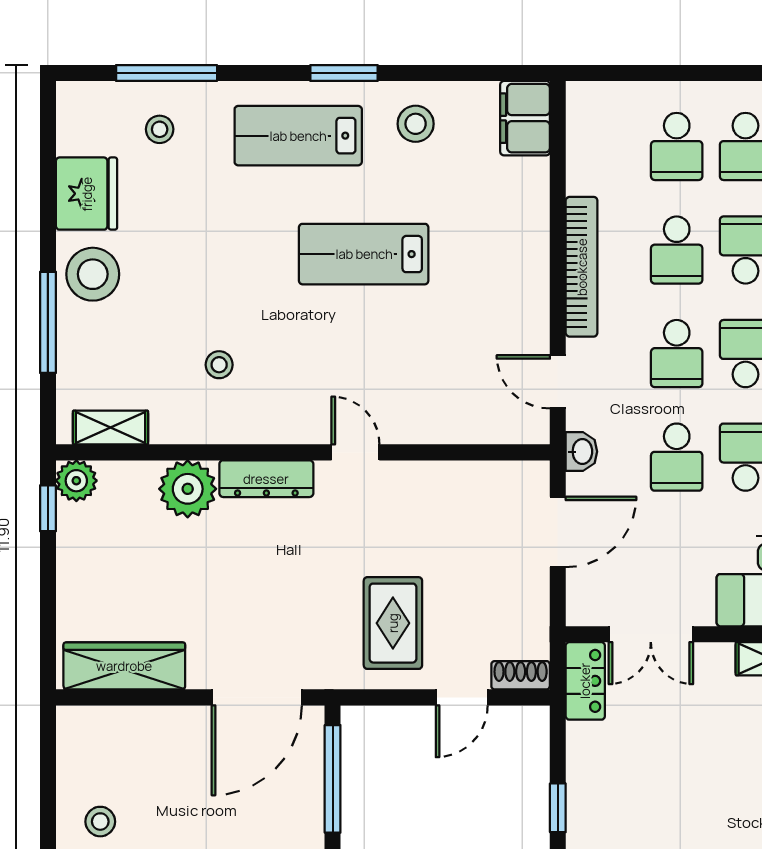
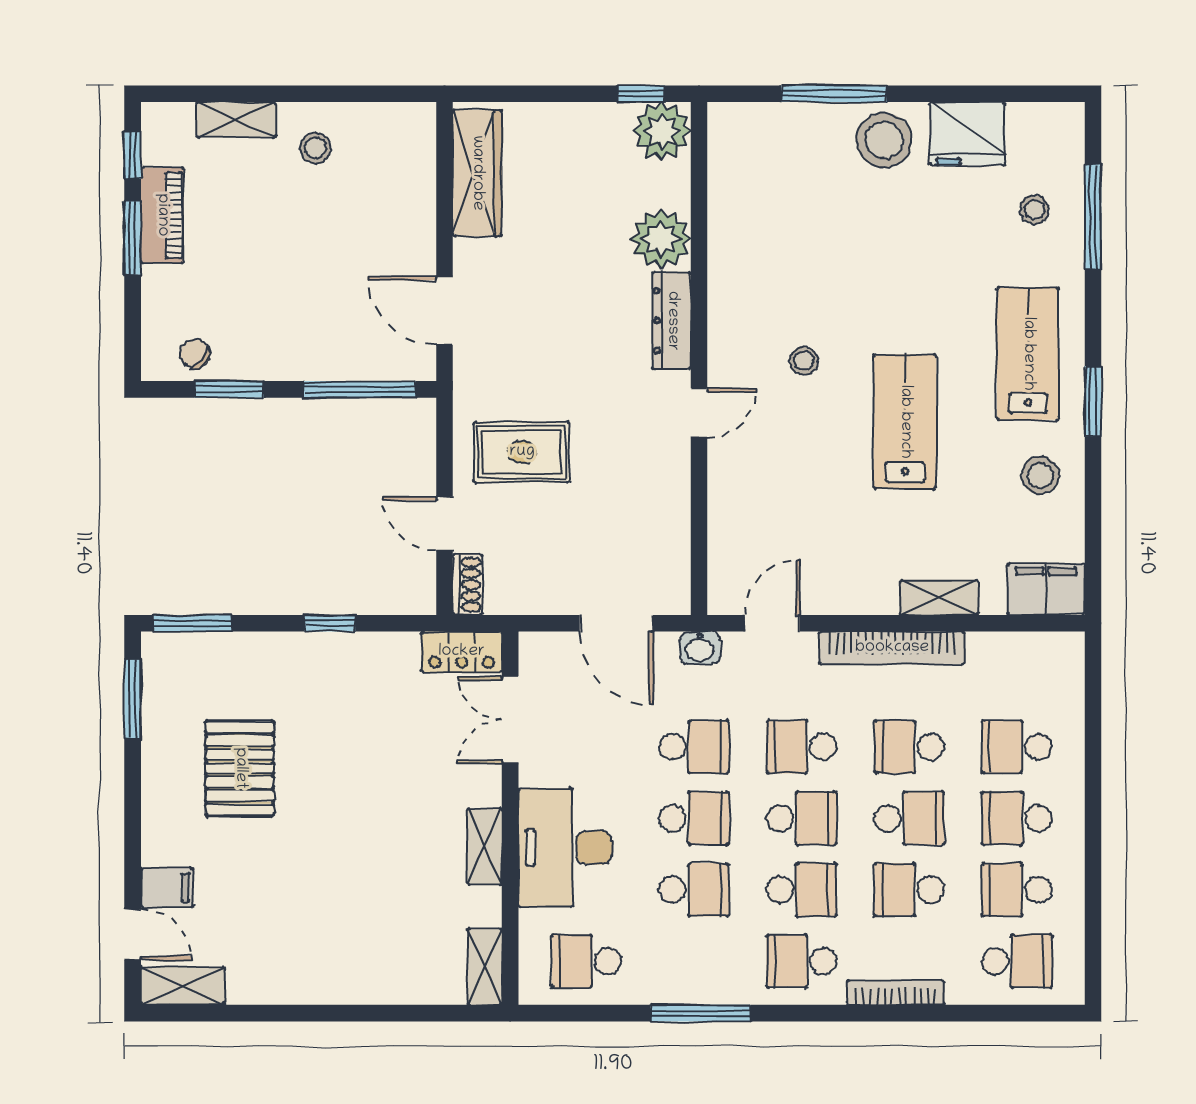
stool: (219, 365) -> (804, 361), moved
shelving: (110, 428) -> (939, 597), moved, turned 90
school desk: (677, 457) -> (694, 747), turned 180
plant: (76, 481) -> (662, 131), width x1.36, depth x1.36
door: (257, 697) -> (444, 311), width x0.73

